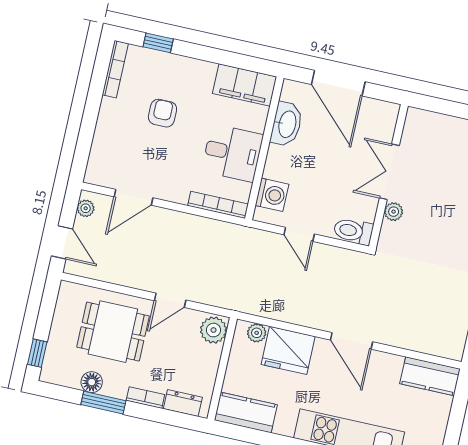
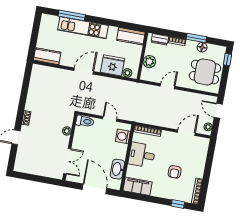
double door: (389, 172) -> (67, 161), moved
plant: (213, 330) -> (149, 62), moved
dining table: (113, 332) -> (205, 72), moved
door: (351, 341) -> (84, 71), hinge flipped

